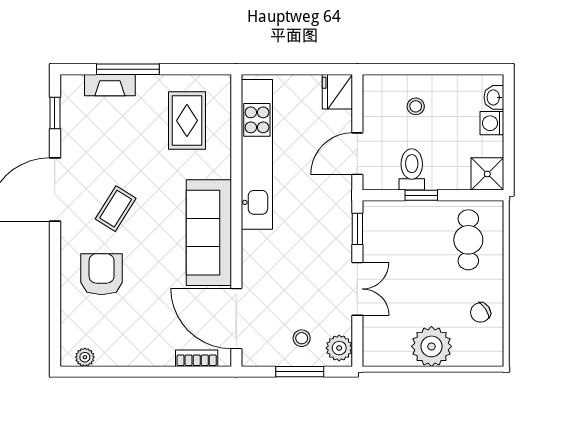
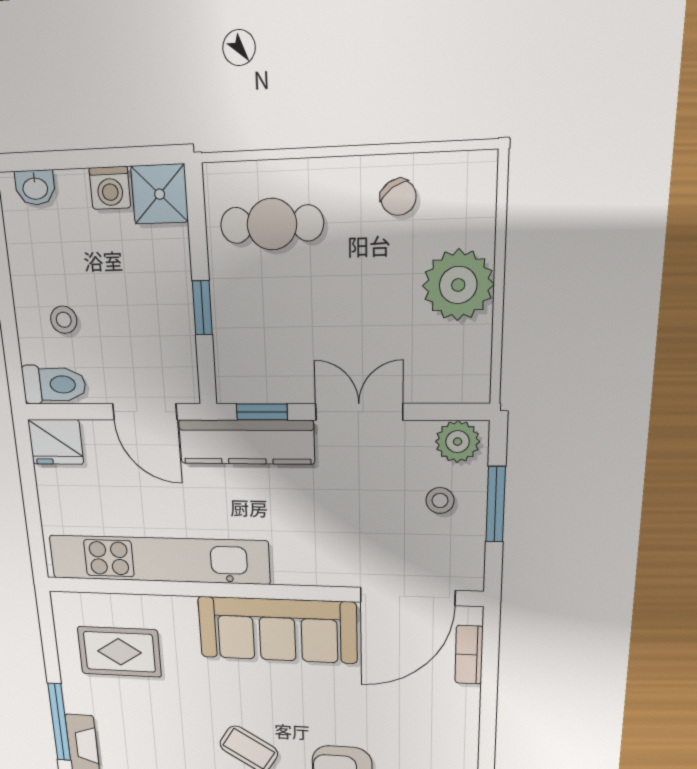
washing machine: (492, 123) -> (110, 188), moved
toilet: (412, 169) -> (54, 385), moved, turned 180
kitchen counter: (338, 218) -> (246, 442), added

